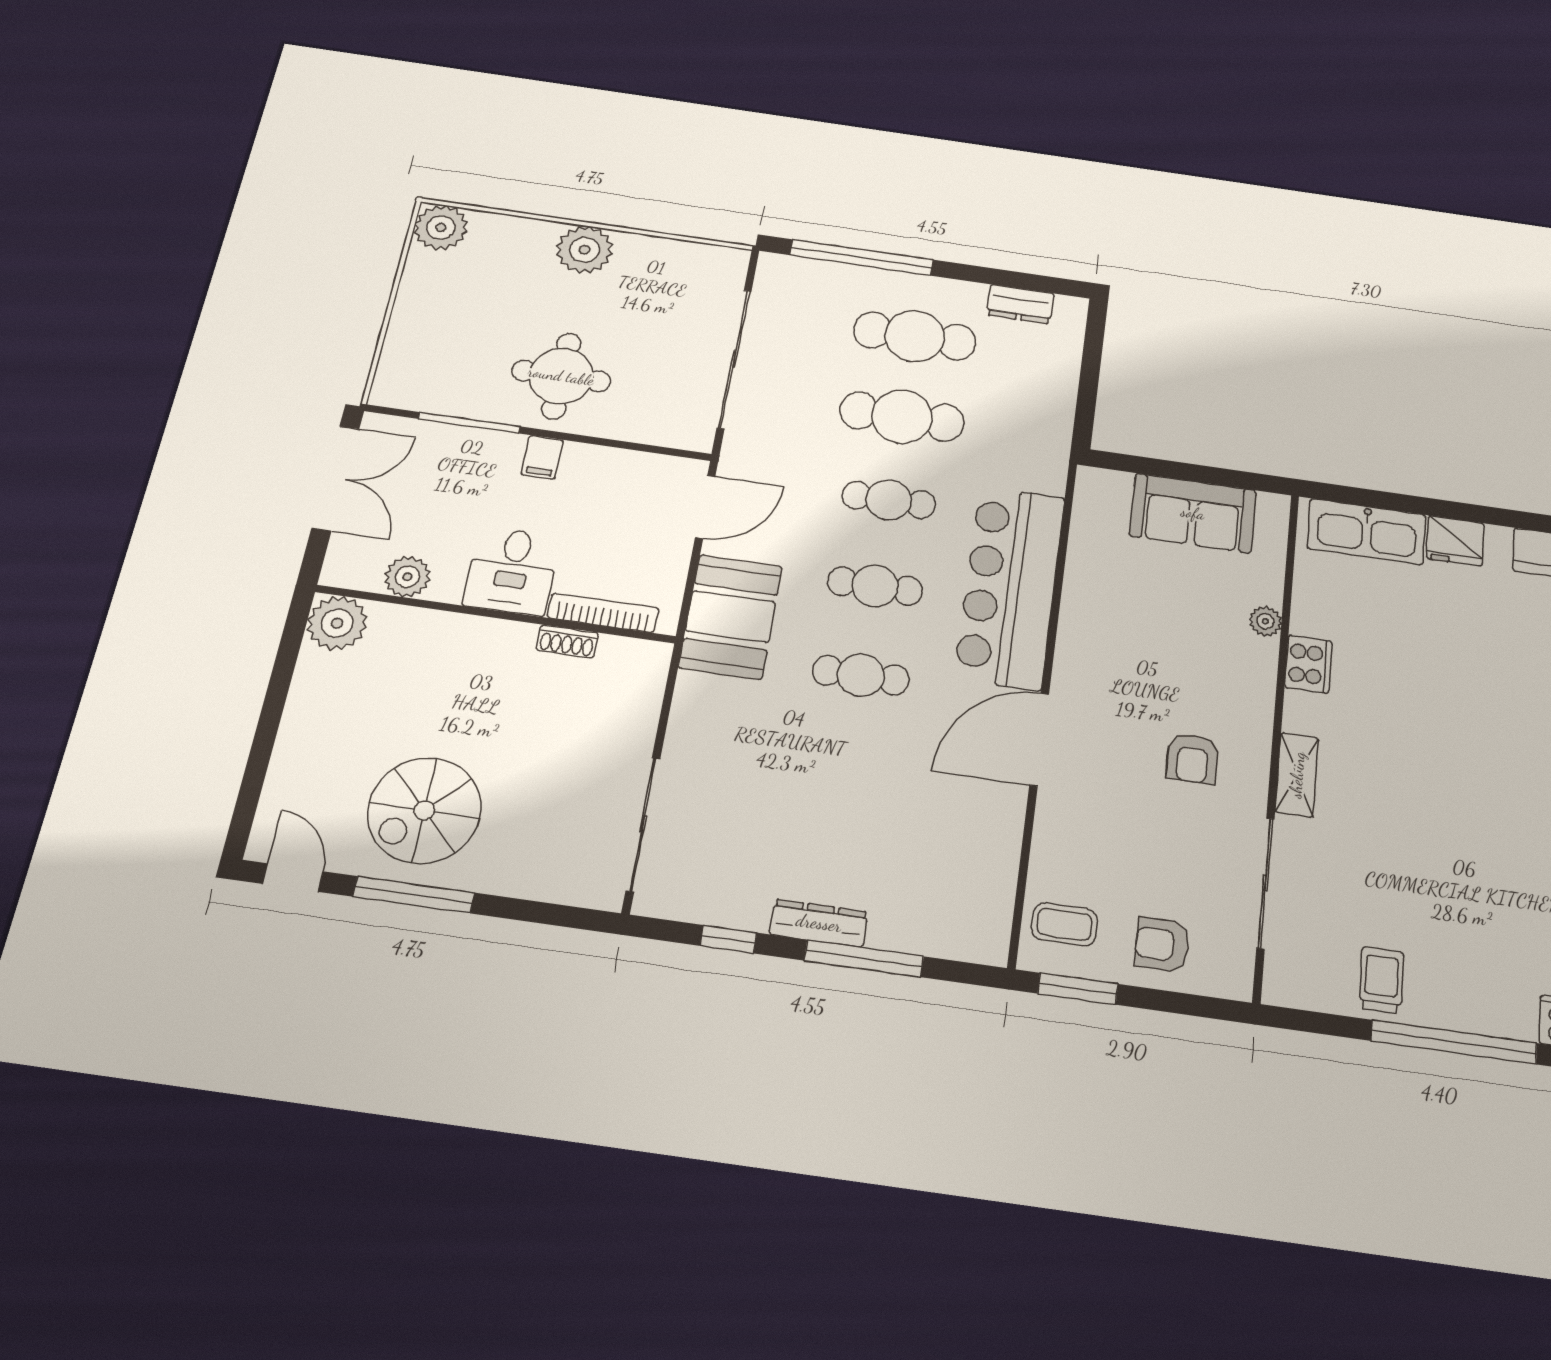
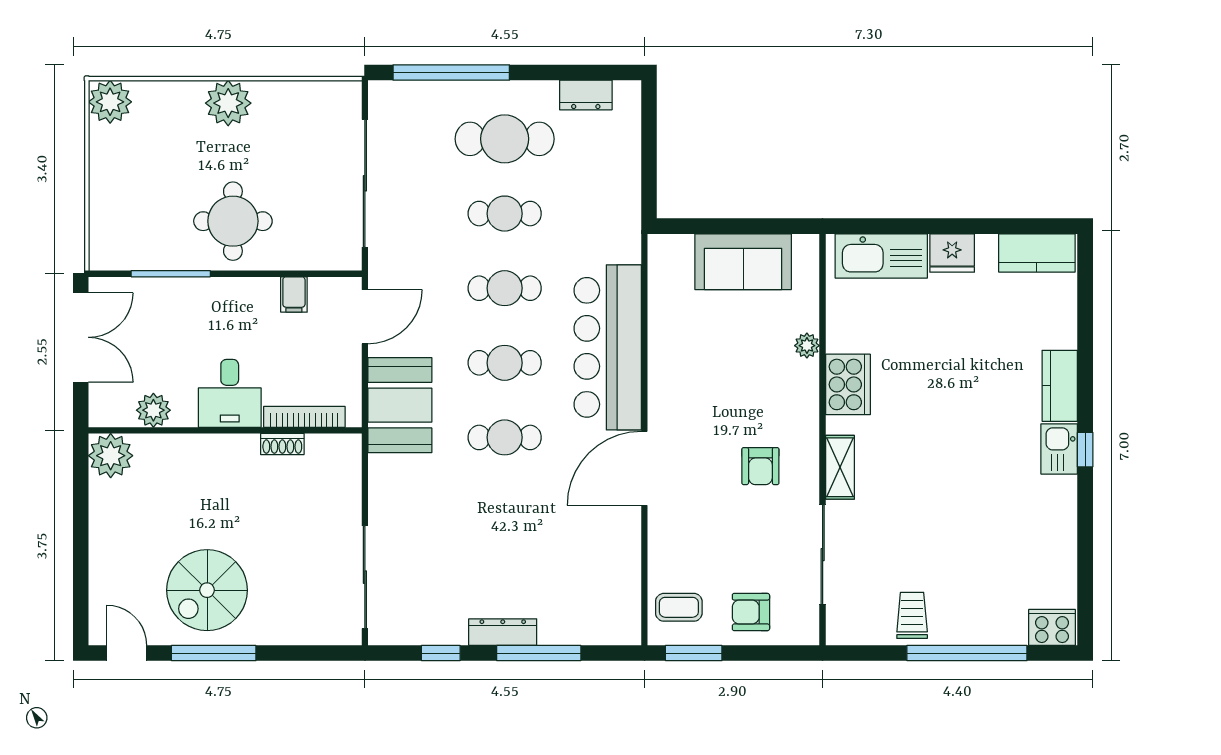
cafe table: (902, 417) -> (505, 214), width x0.73, depth x0.74
filing cabinet: (542, 457) -> (294, 295), moved
cooker: (1308, 664) -> (848, 384), width x1.37, depth x1.31

